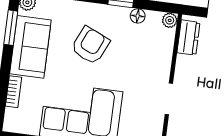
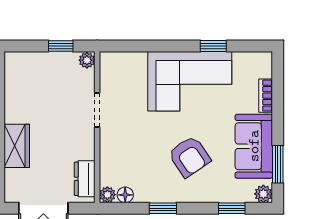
floor lamp: (138, 16) -> (125, 195), moved
armchair: (90, 45) -> (189, 156), turned -58

